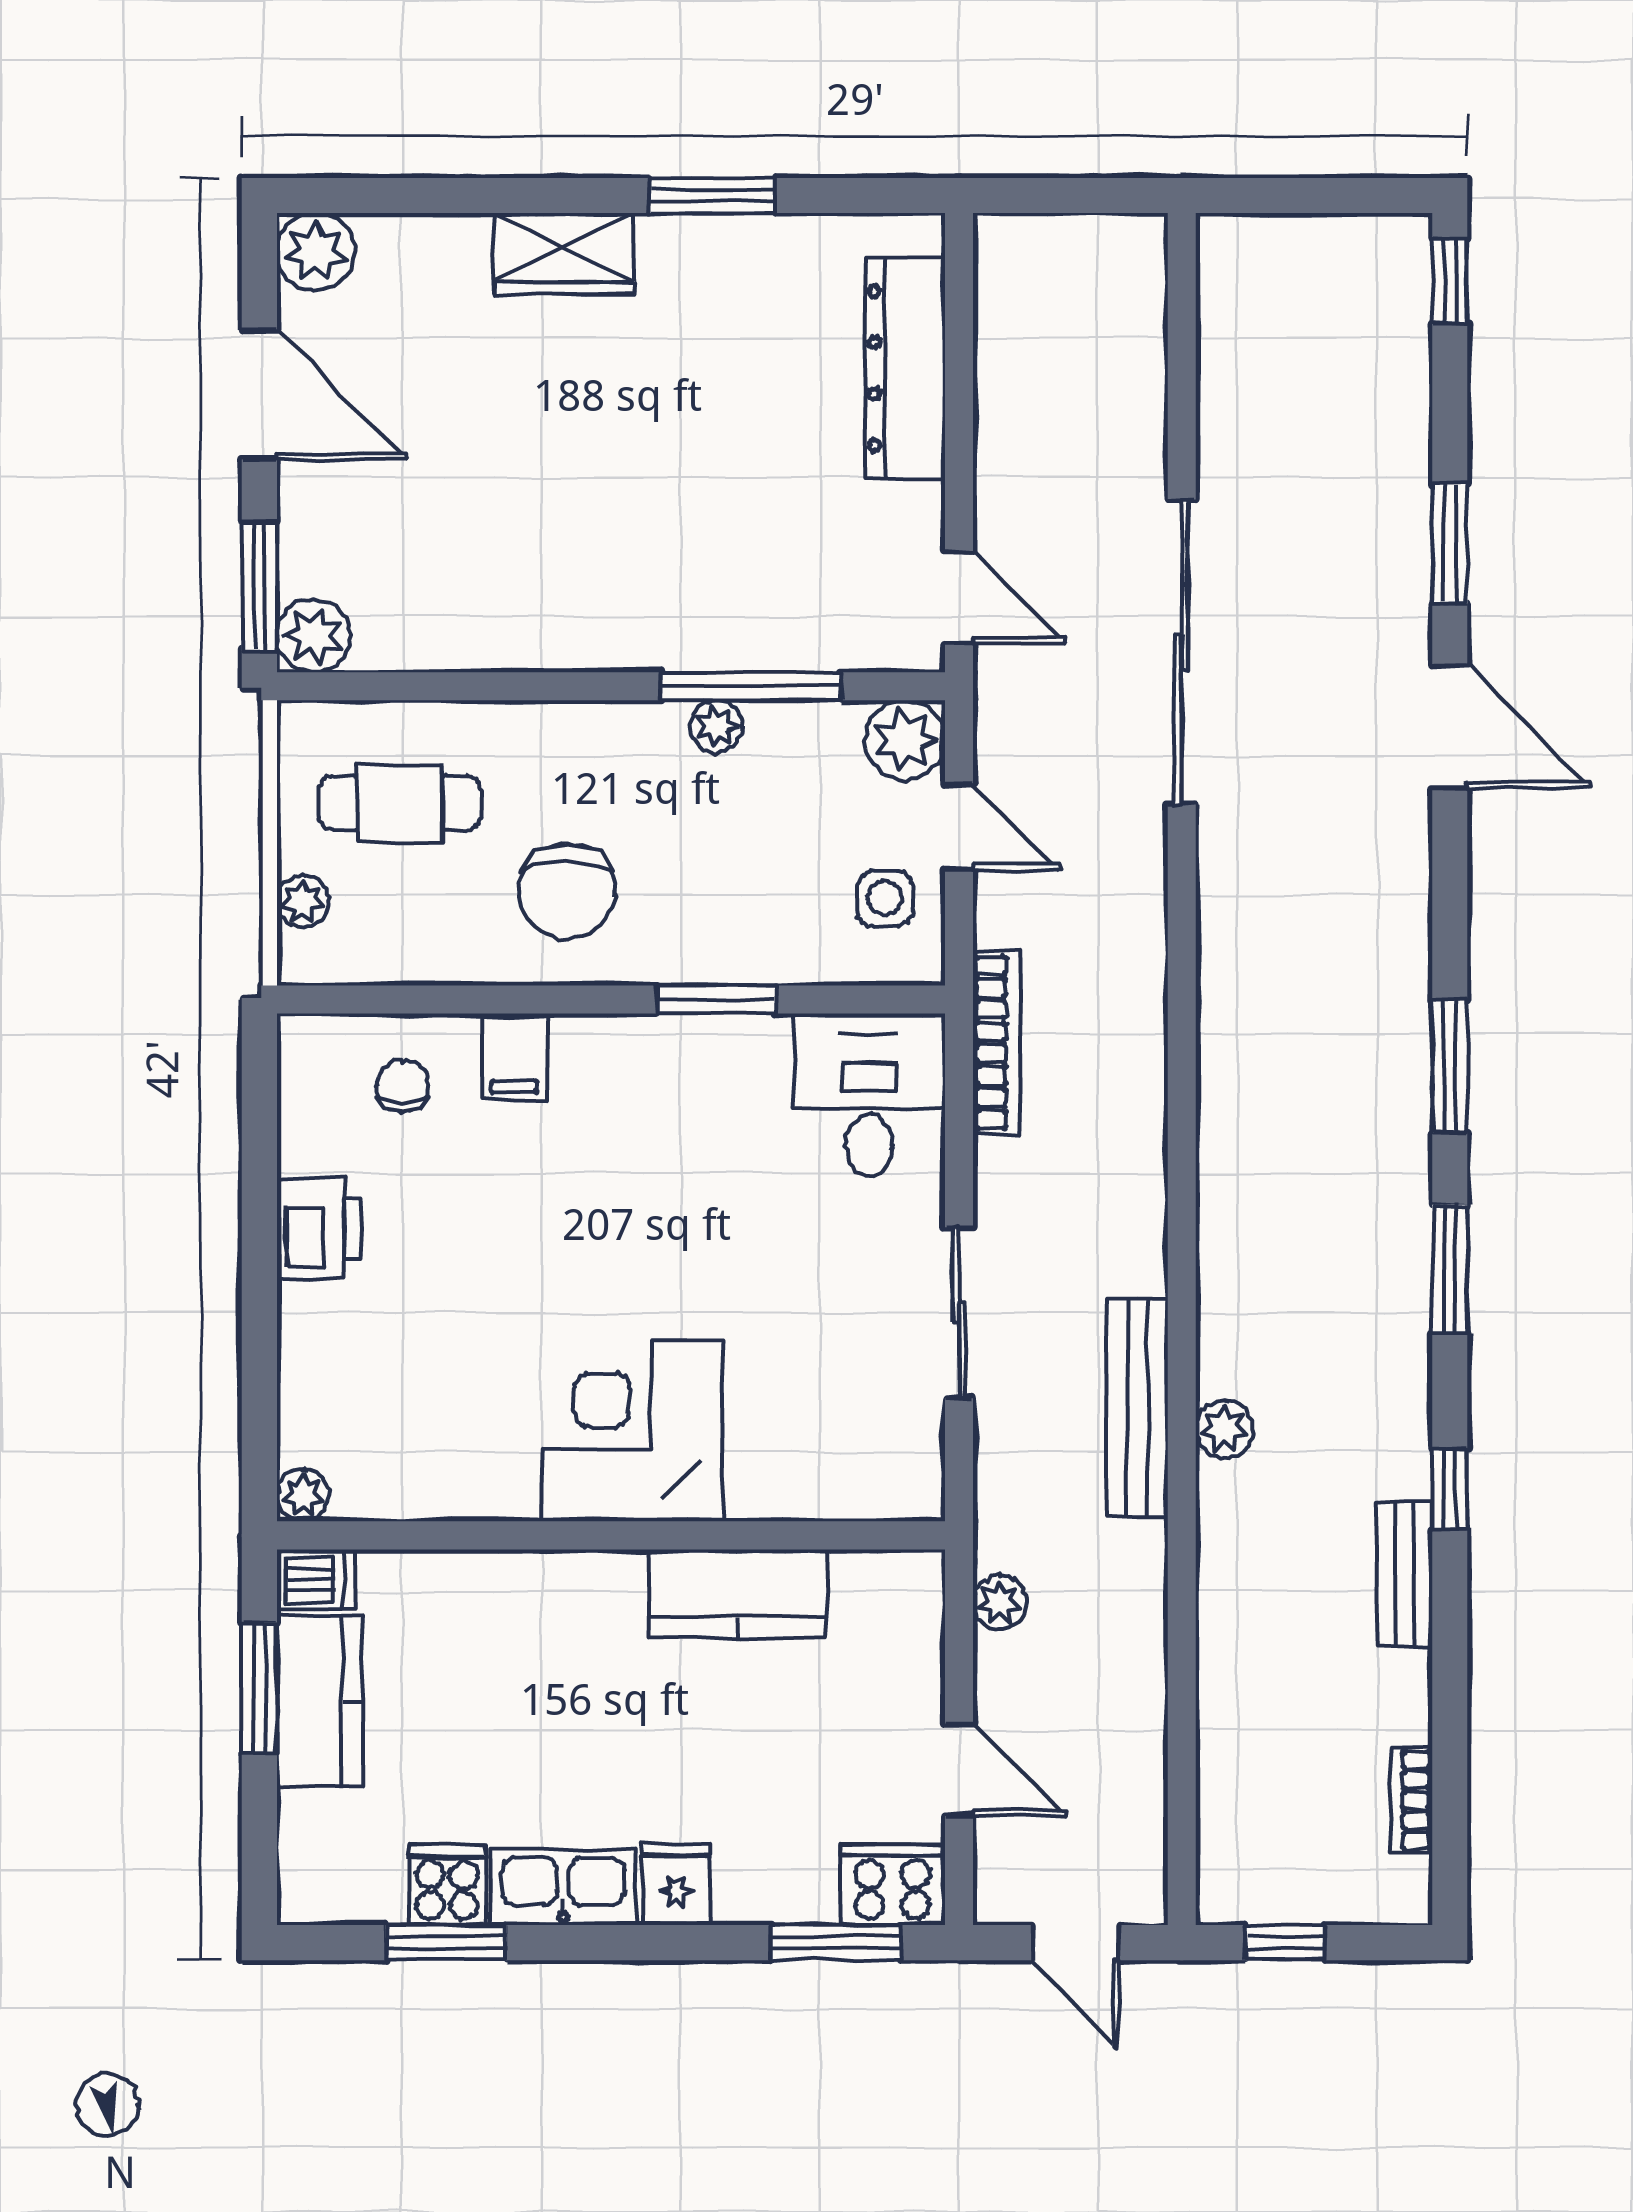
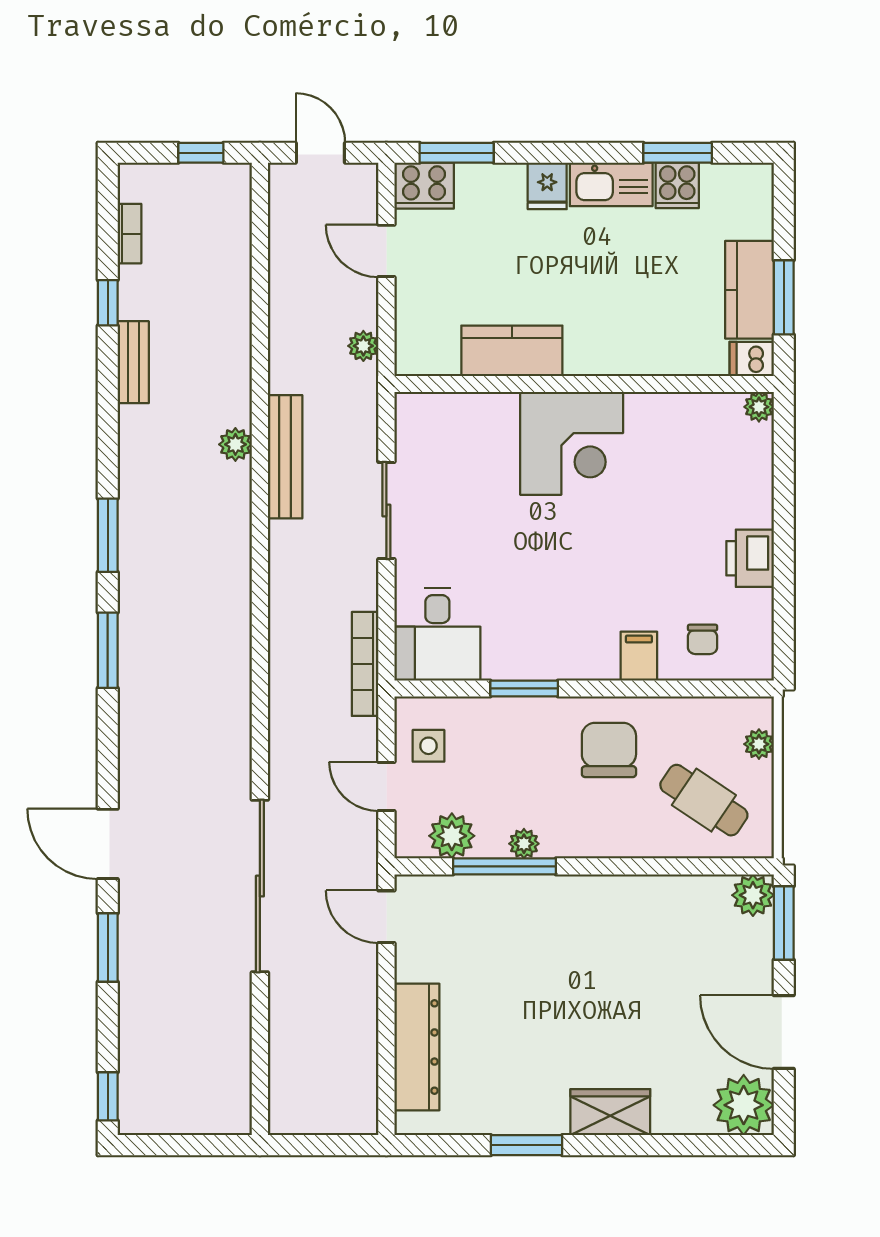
plant: (316, 252) -> (744, 1105), width x1.36, depth x1.36
plant: (905, 740) -> (452, 836), moved
cafe table: (400, 803) -> (704, 800), turned 34
window: (1450, 1489) -> (108, 303), moved

